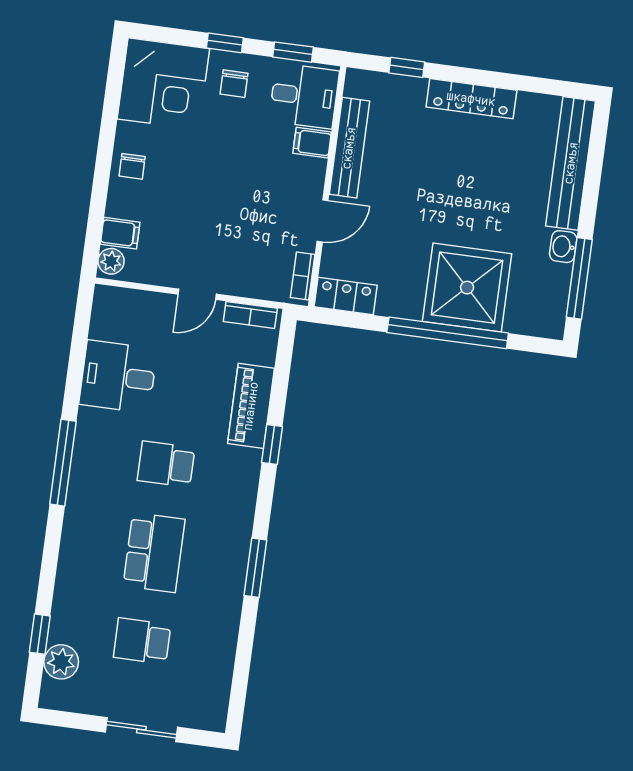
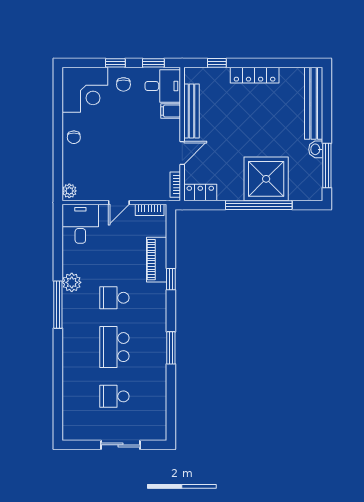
filing cabinet: (120, 233) -> (72, 175), removed
desk: (118, 377) -> (80, 224), moved, turned 90
school desk: (154, 553) -> (114, 347), turned 180
window: (40, 634) -> (58, 400), removed
plant: (61, 662) -> (72, 282), moved

